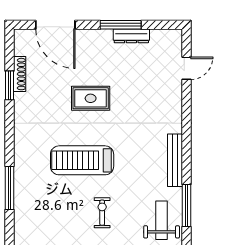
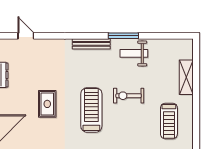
treadmill: (82, 160) -> (91, 110), turned 180
exercise bike: (102, 213) -> (129, 96), width x1.38, depth x1.39

